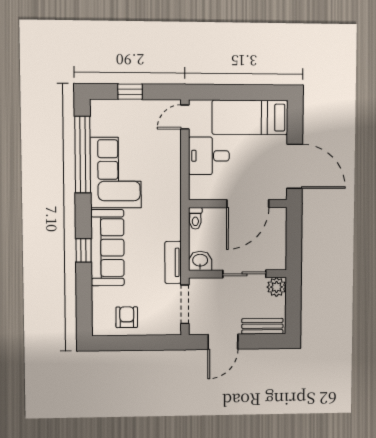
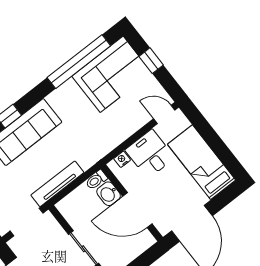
corner sofa: (116, 173) -> (112, 74), moved
nightstand: (195, 183) -> (122, 159), added
washbasin: (200, 261) -> (109, 194), moved, turned 180
tv unit: (173, 262) -> (57, 184), width x1.41

